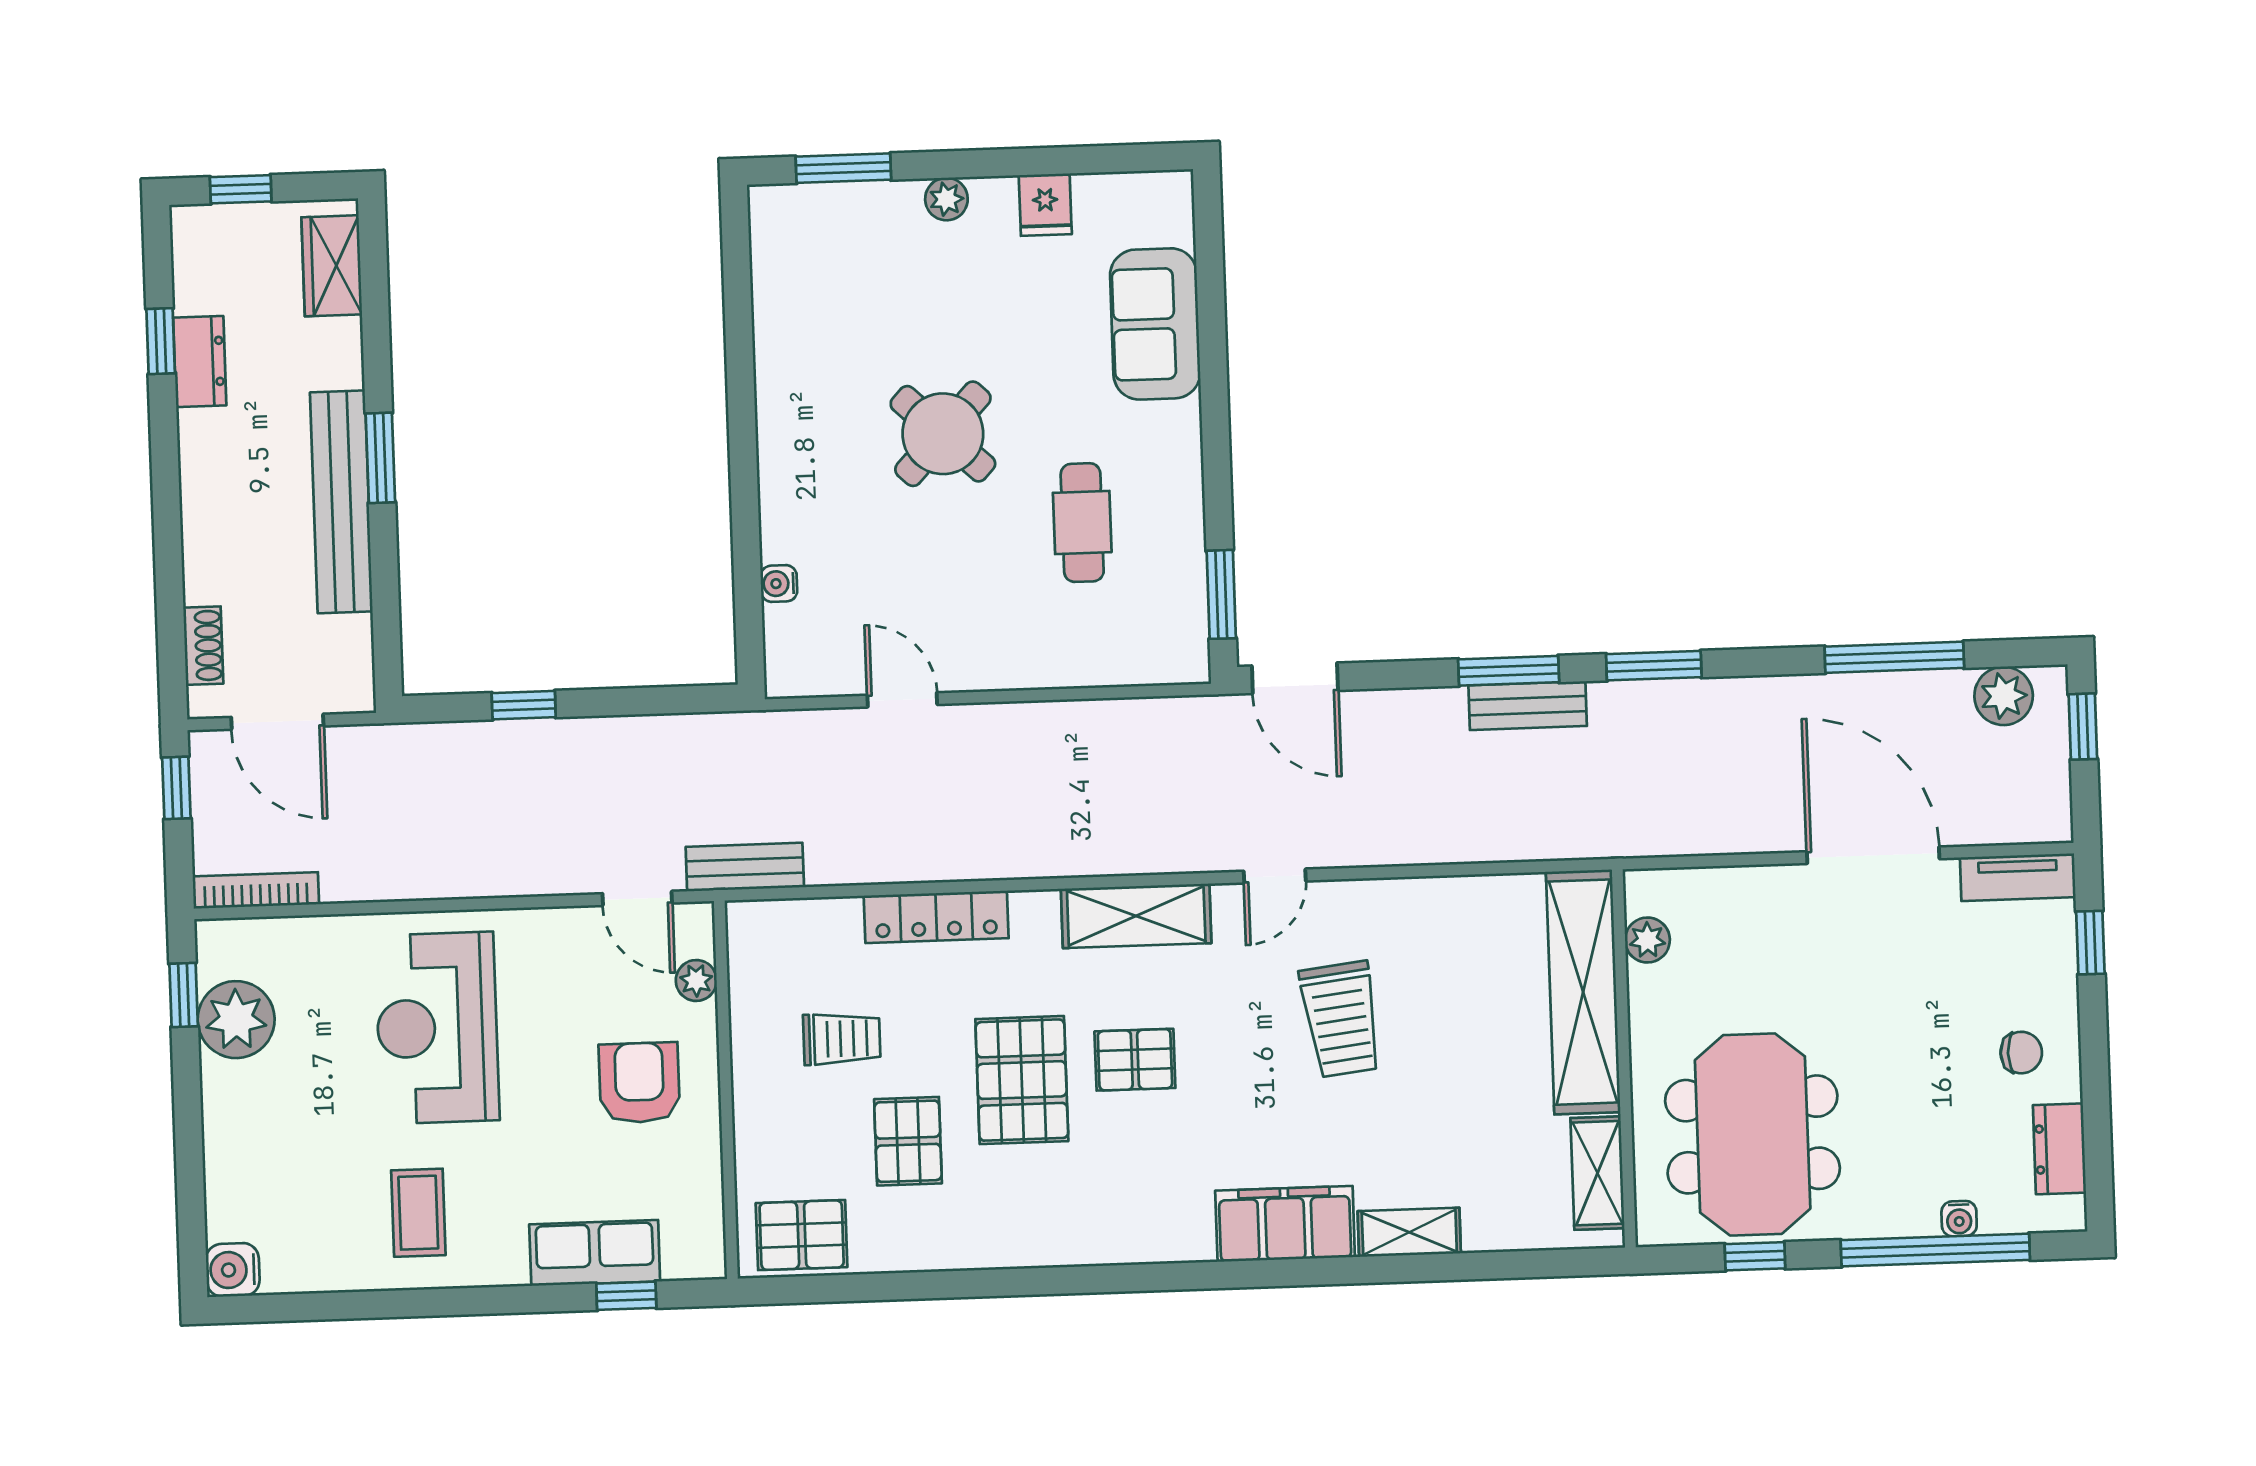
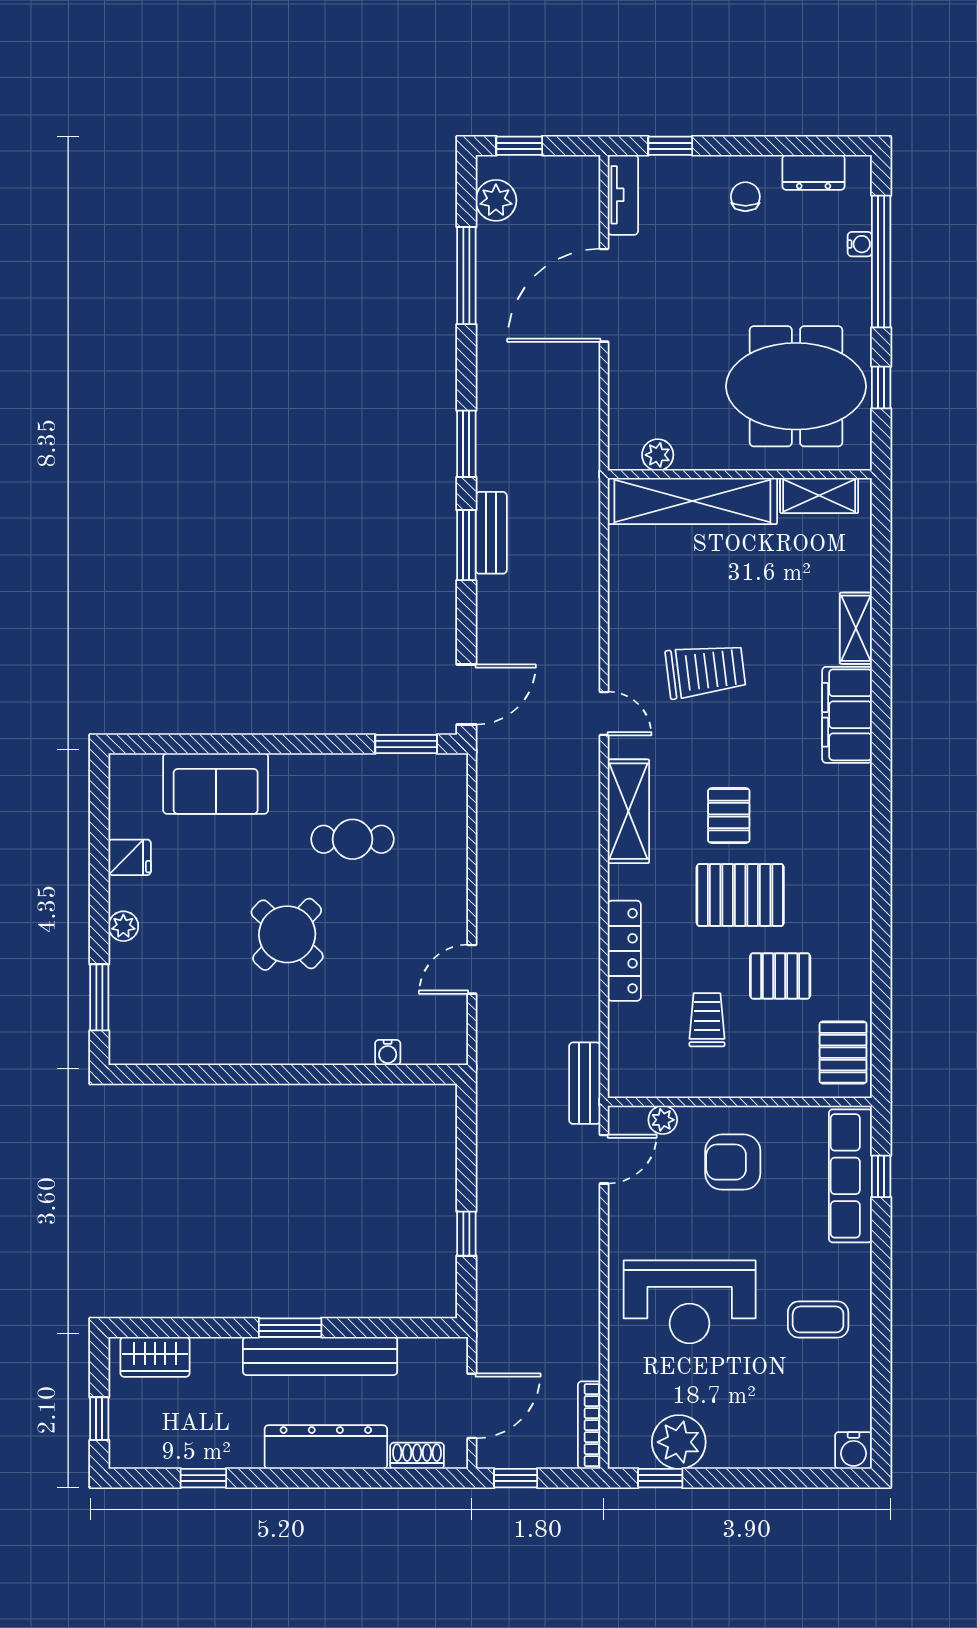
dresser: (200, 362) -> (326, 1447), moved, width x1.96, depth x1.24
row of seats: (595, 1253) -> (850, 1176), width x1.48

